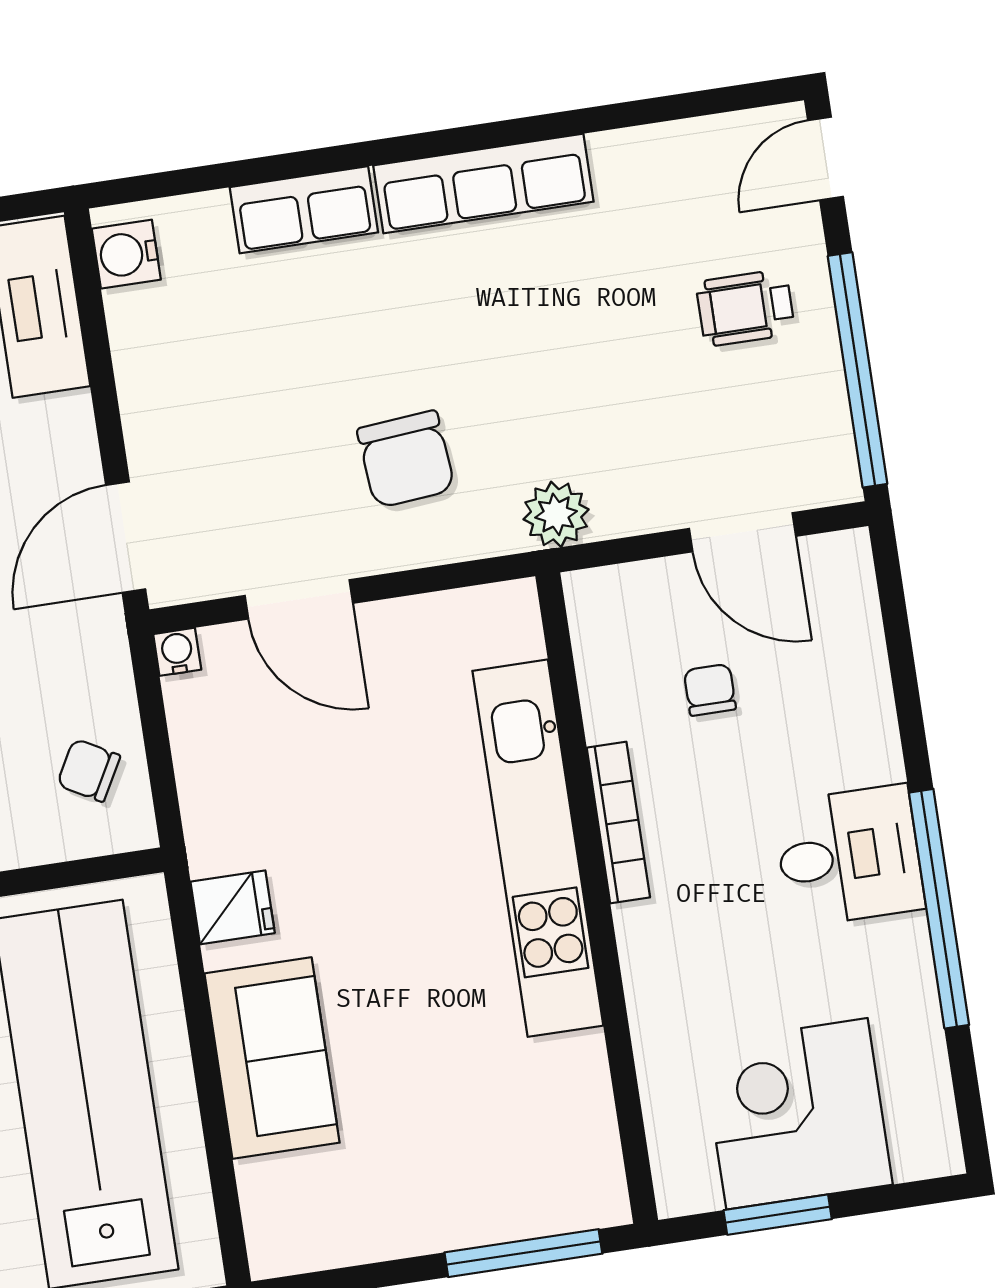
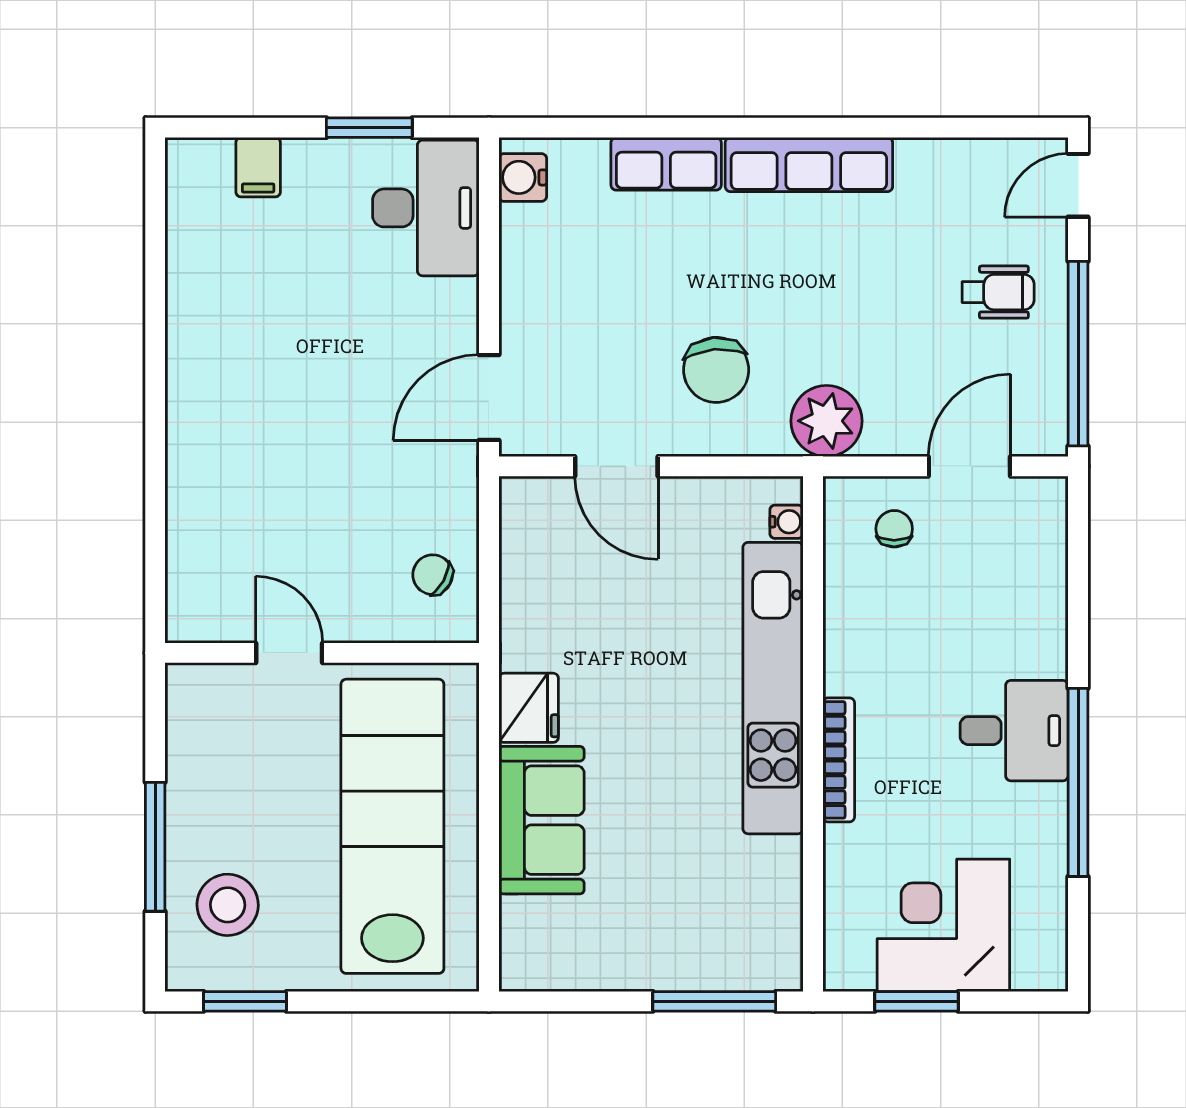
wheelchair: (745, 308) -> (998, 292), turned 180
plant: (556, 514) -> (827, 421), width x1.36, depth x1.36
door: (743, 532) -> (969, 466), swing flipped
water cooler: (177, 652) -> (786, 522), moved, turned 90
chair: (710, 690) -> (894, 529), moved
bookcase: (618, 823) -> (839, 760), moved
fridge: (233, 907) -> (529, 708), width x1.38

